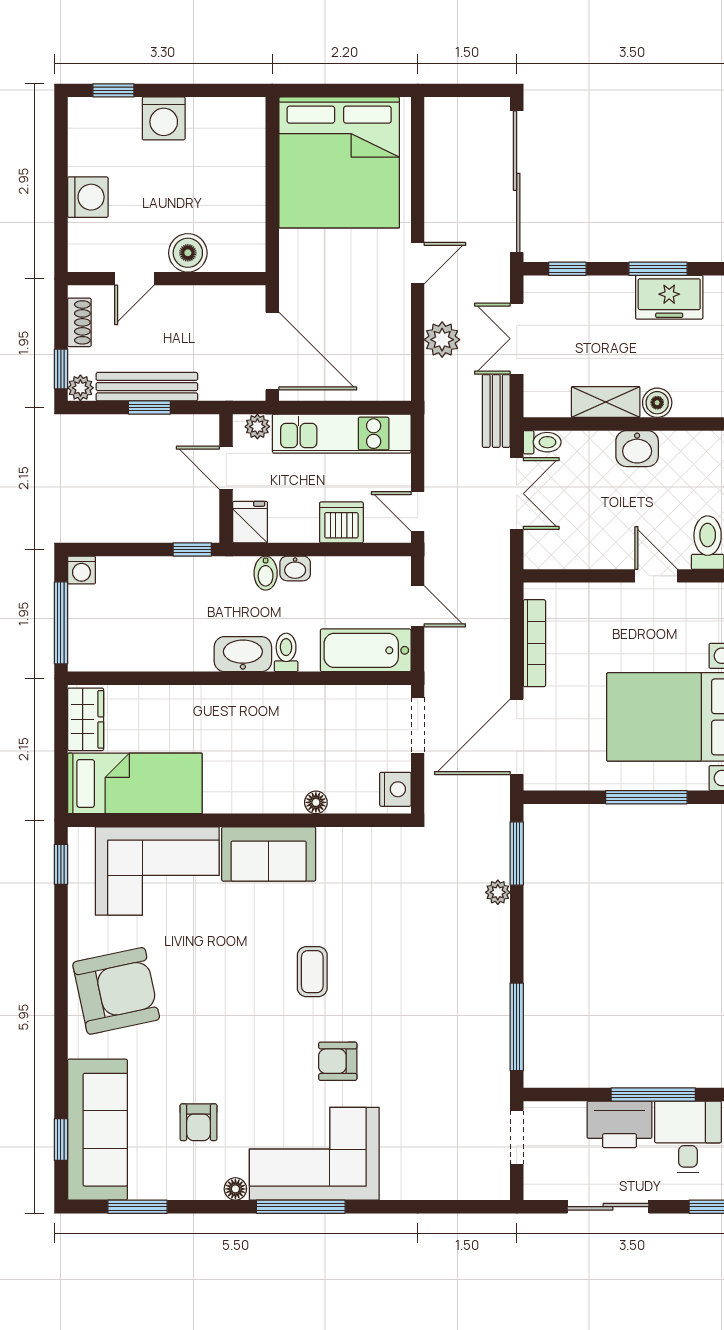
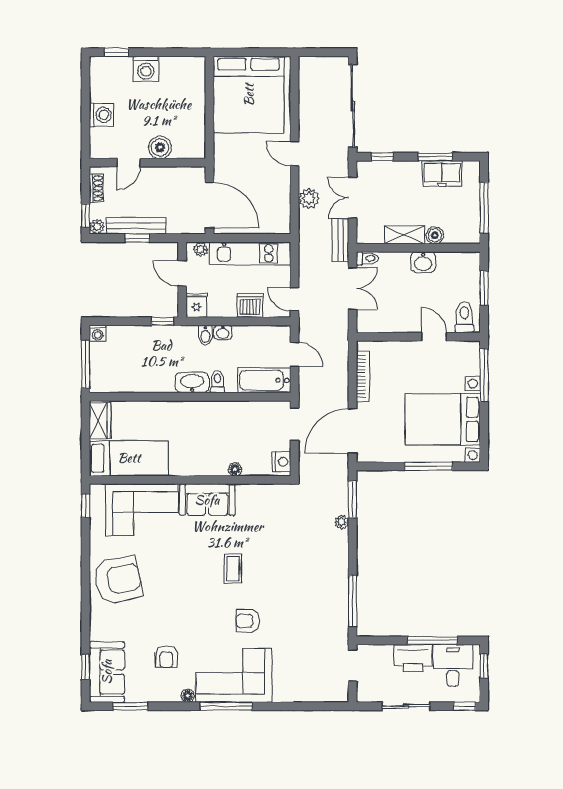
door: (418, 263) -> (295, 154), swing flipped
sofa: (97, 1130) -> (107, 672), width x0.73

